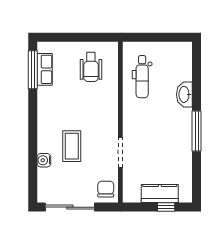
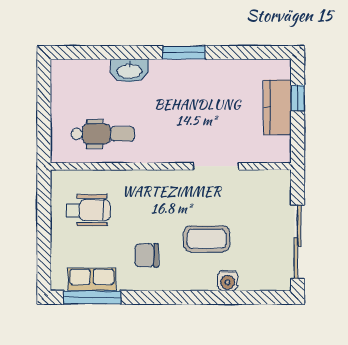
window: (197, 131) -> (184, 53), width x0.69
chair: (106, 189) -> (147, 255), moved

